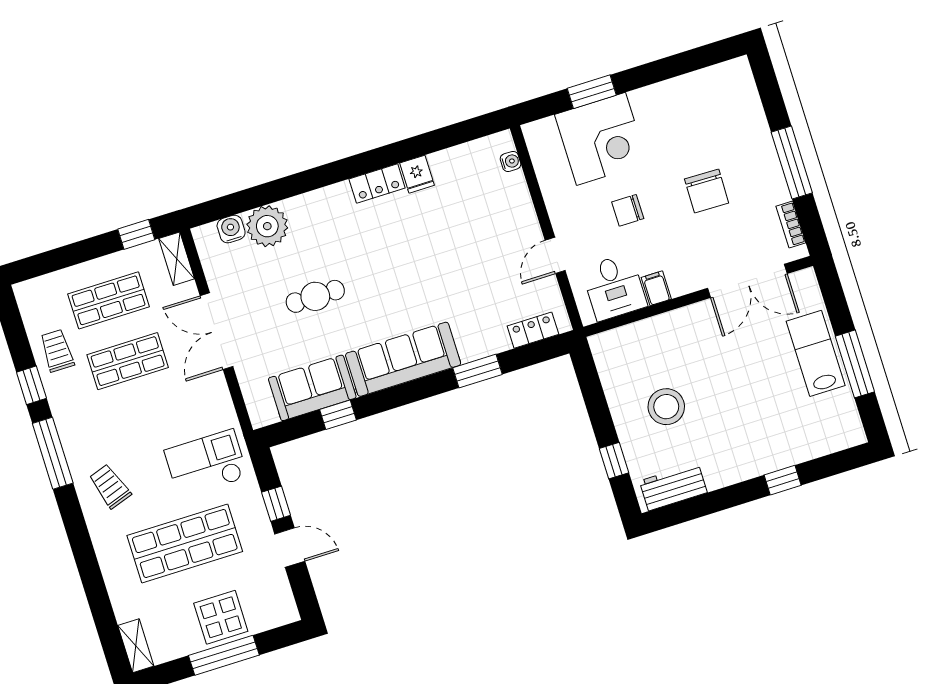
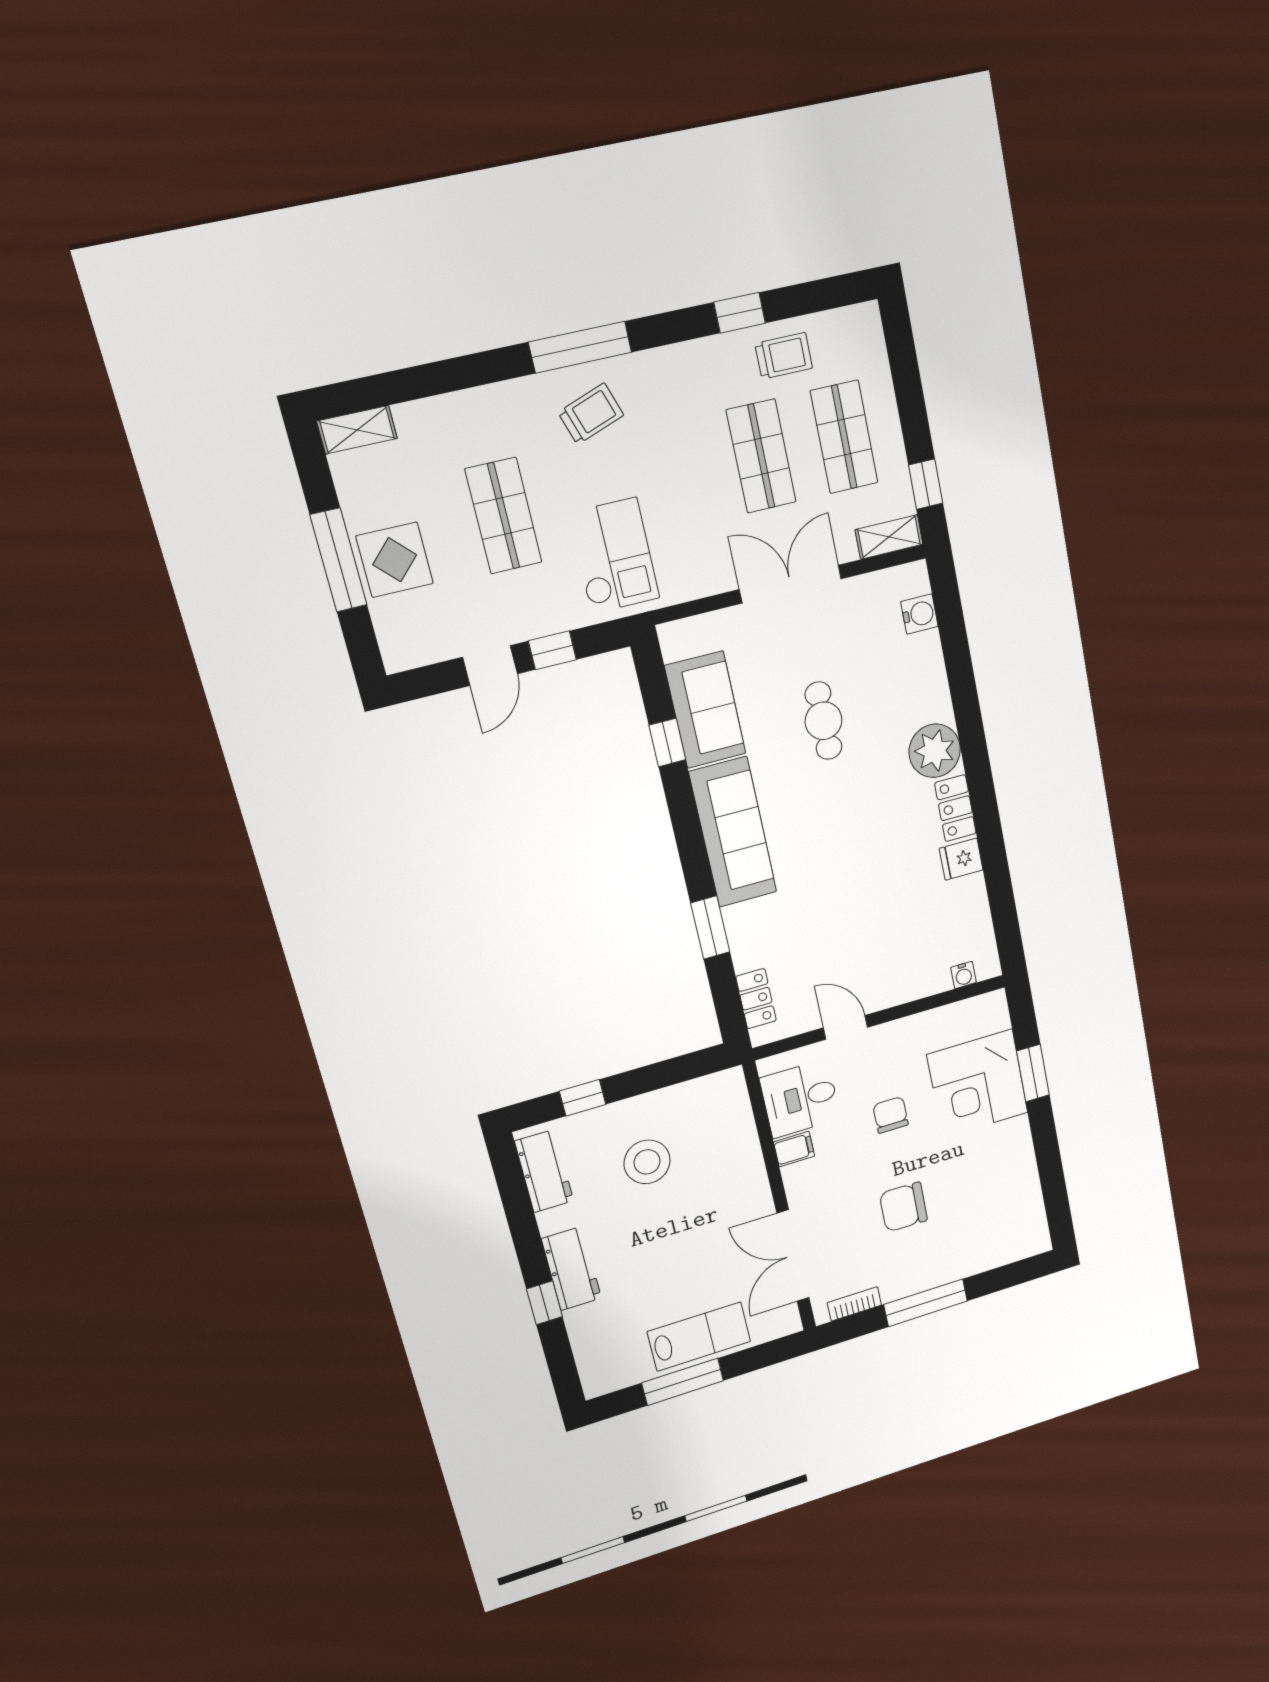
plant: (267, 226) -> (935, 751), moved
window: (53, 453) -> (580, 347), moved
workbench: (754, 461) -> (571, 1269), added
shop shelf: (185, 544) -> (504, 516), width x0.70, depth x0.74

